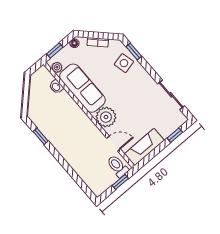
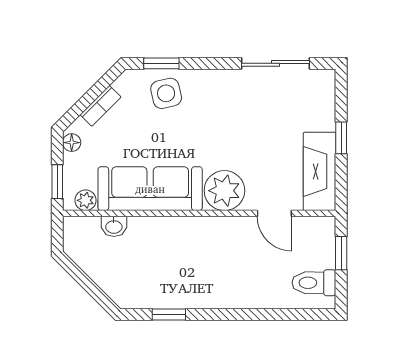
window: (175, 135) -> (341, 138), moved
door: (114, 144) -> (274, 213), swing flipped
toilet: (118, 166) -> (314, 283), moved

